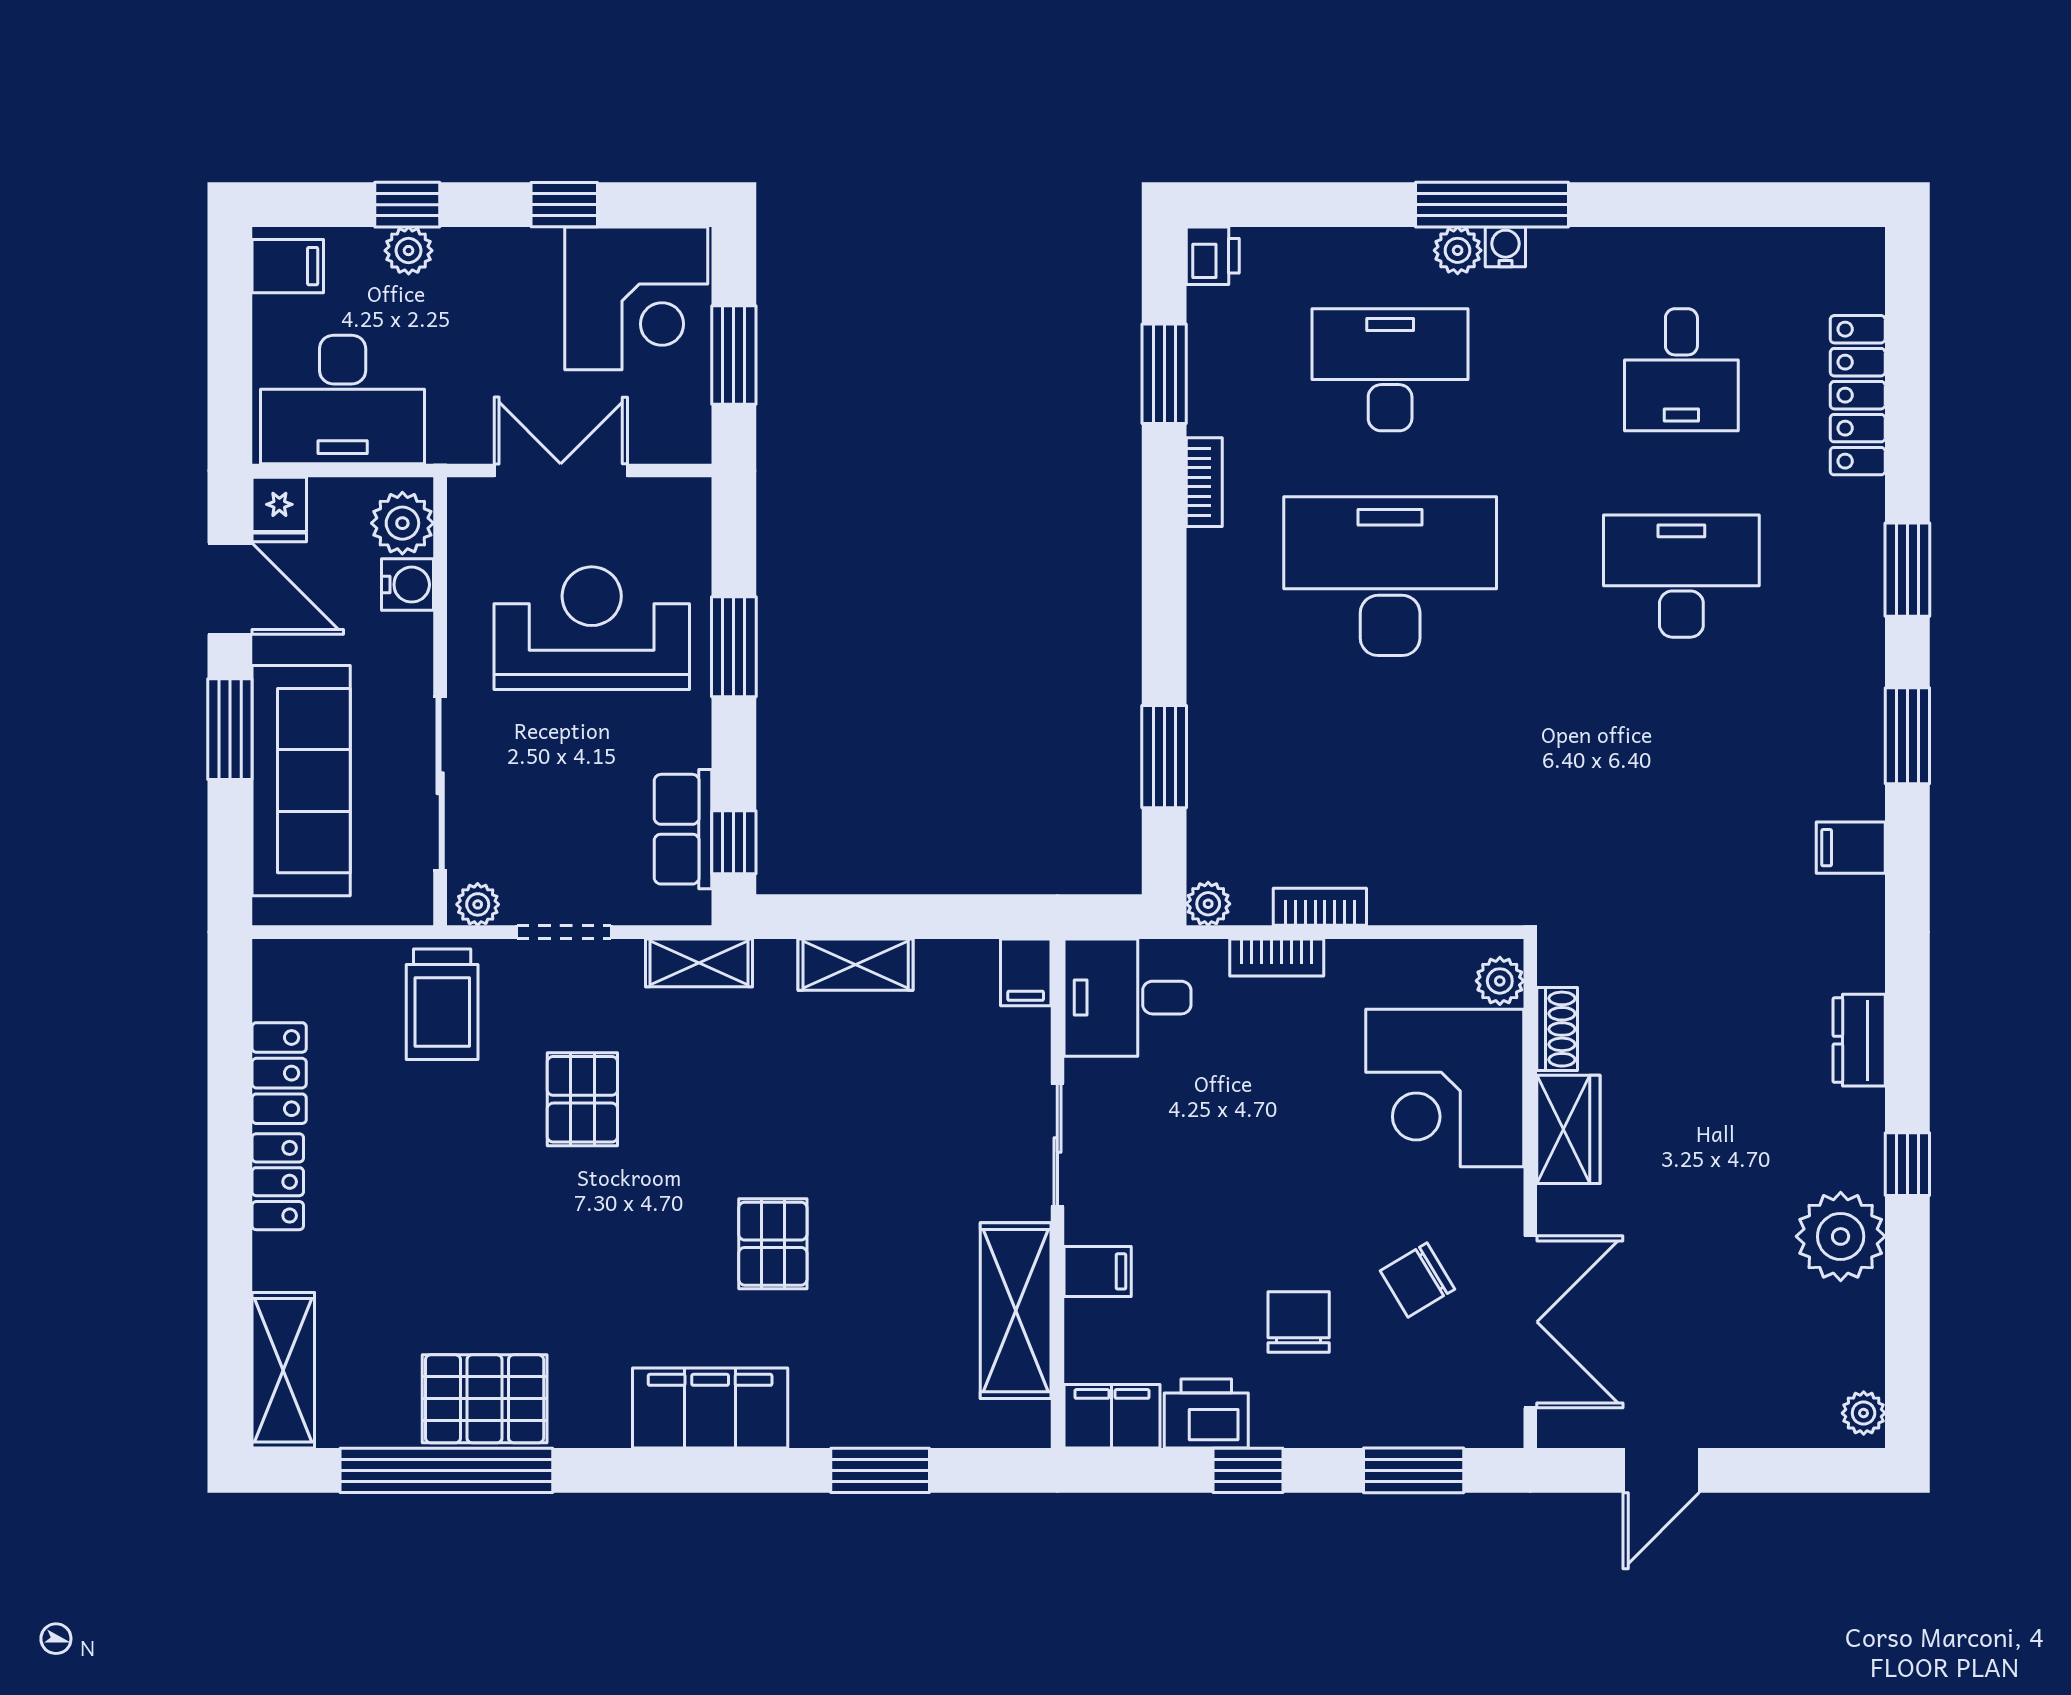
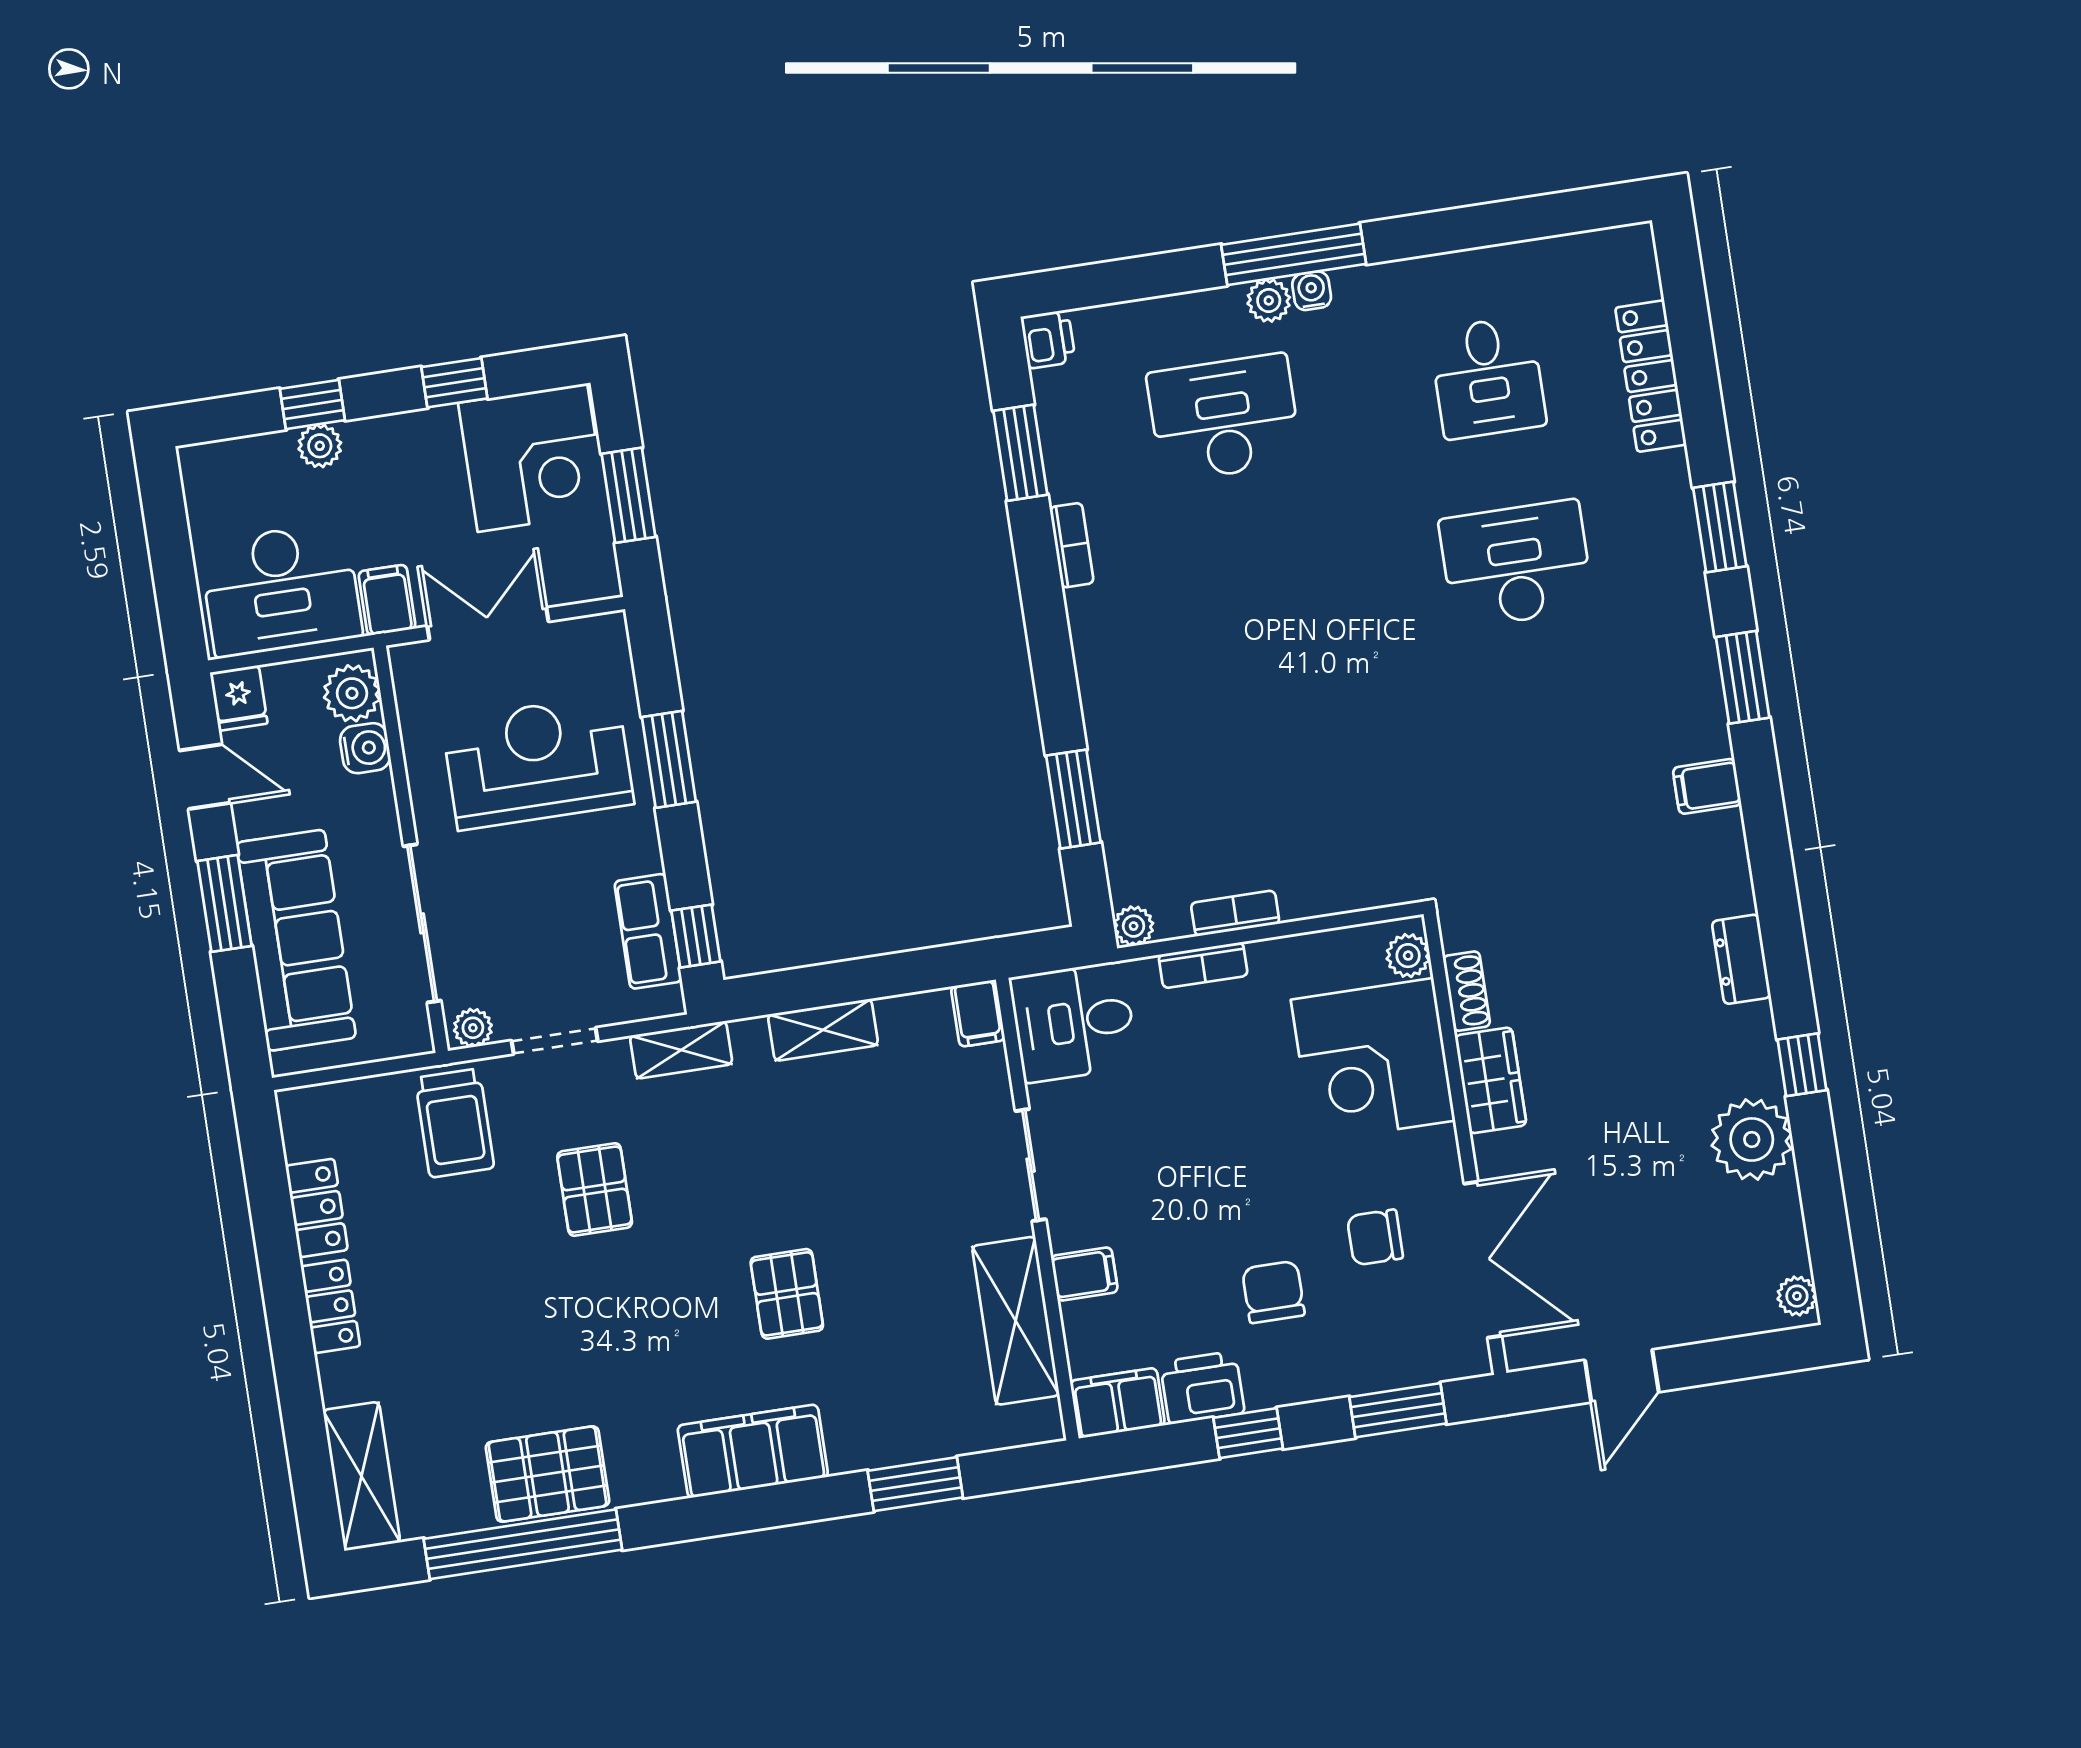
filing cabinet: (288, 266) -> (387, 600), moved, turned -90
desk: (1390, 576) -> (1253, 605), removed
door: (230, 589) -> (205, 777), width x0.73
chair: (1417, 1280) -> (1375, 1237), turned 31

